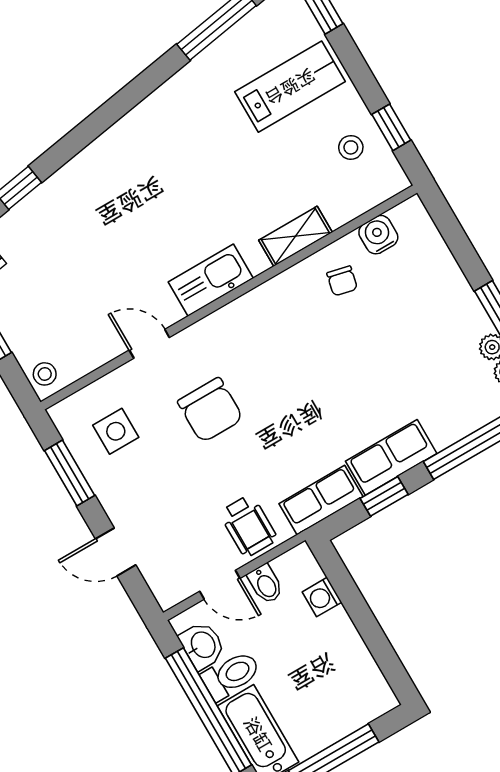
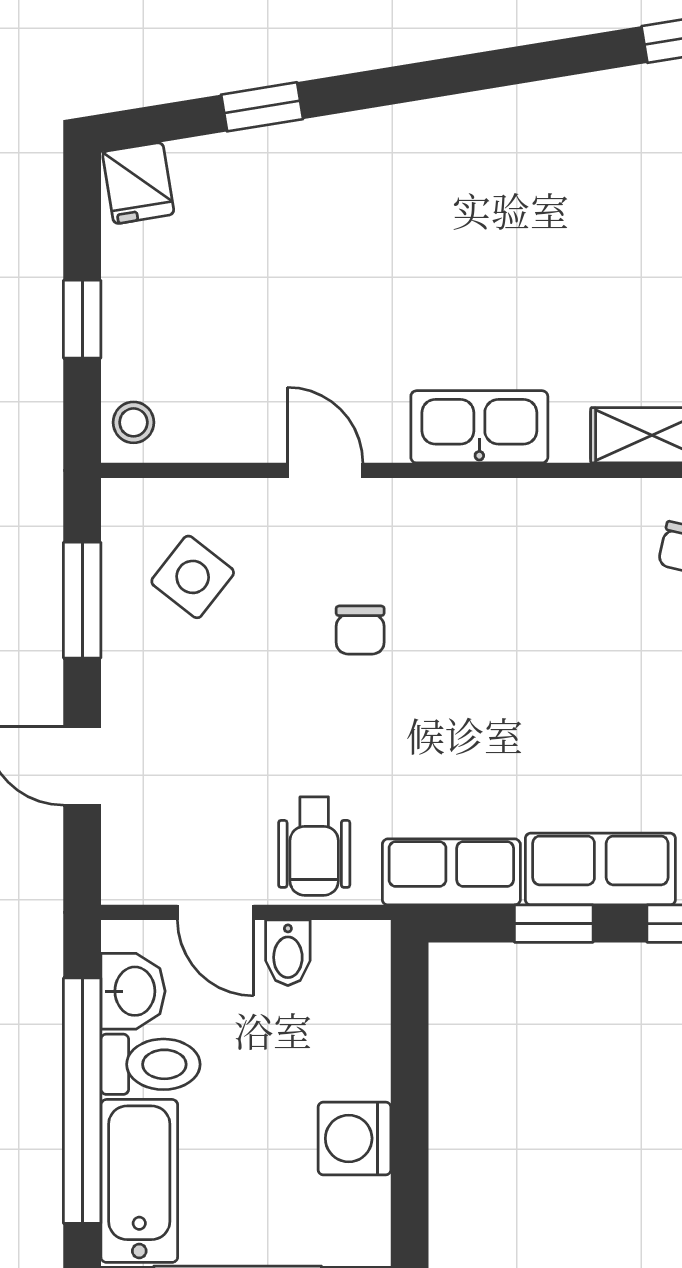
chair: (210, 410) -> (360, 630), width x0.54, depth x0.54
side table: (116, 431) -> (193, 577), turned 38
washing machine: (322, 597) -> (355, 1138), moved, width x1.38, depth x1.38

